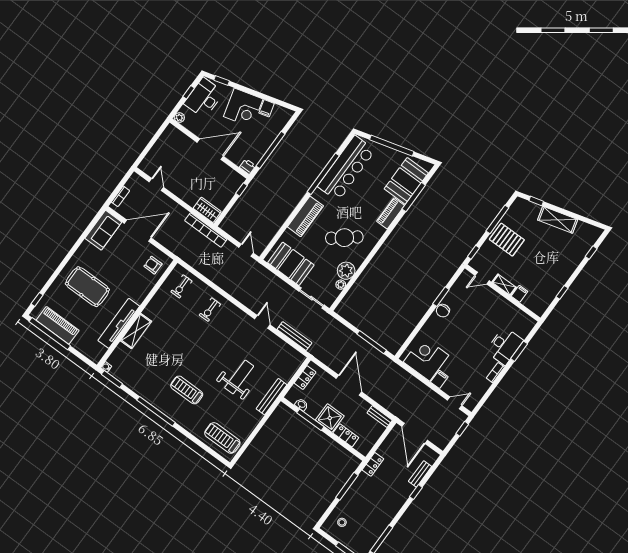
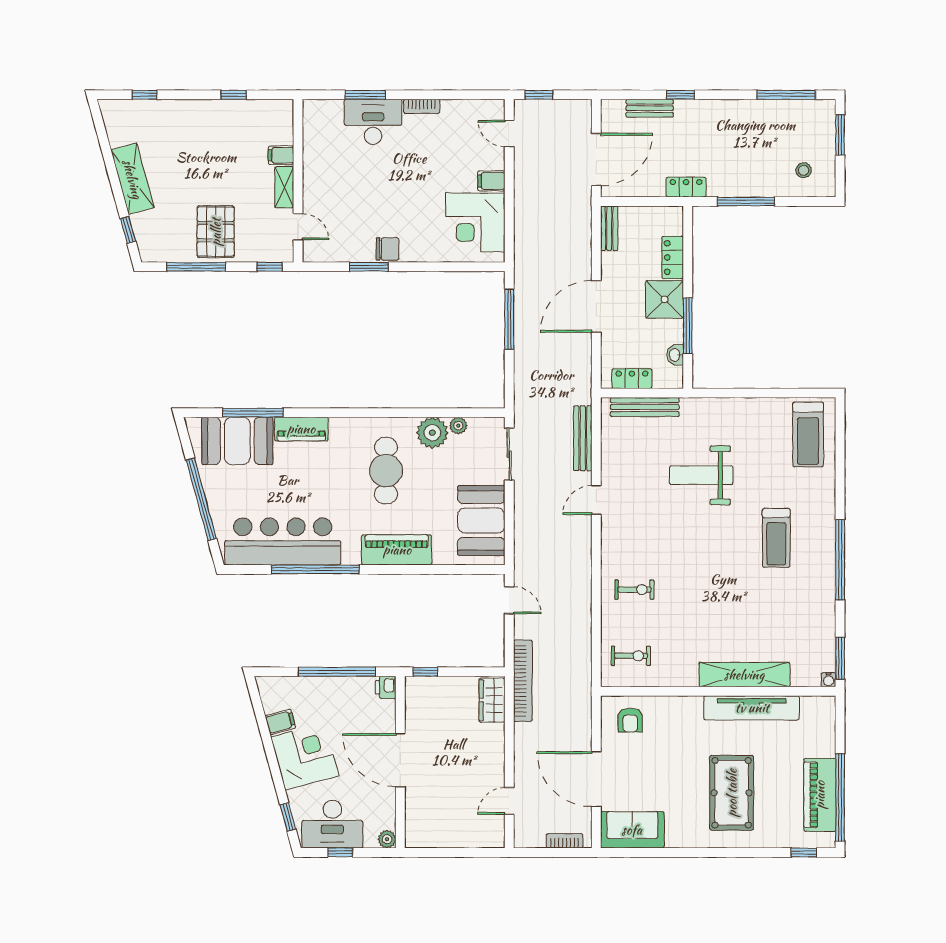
cafe table: (344, 238) -> (386, 471), turned 39
door: (246, 250) -> (509, 600), swing flipped
shelving: (136, 331) -> (744, 675), width x1.47
bench: (271, 397) -> (645, 407), moved

